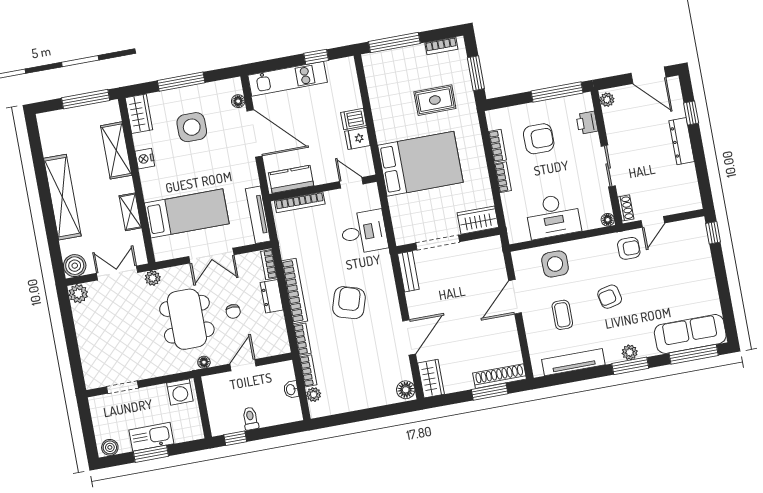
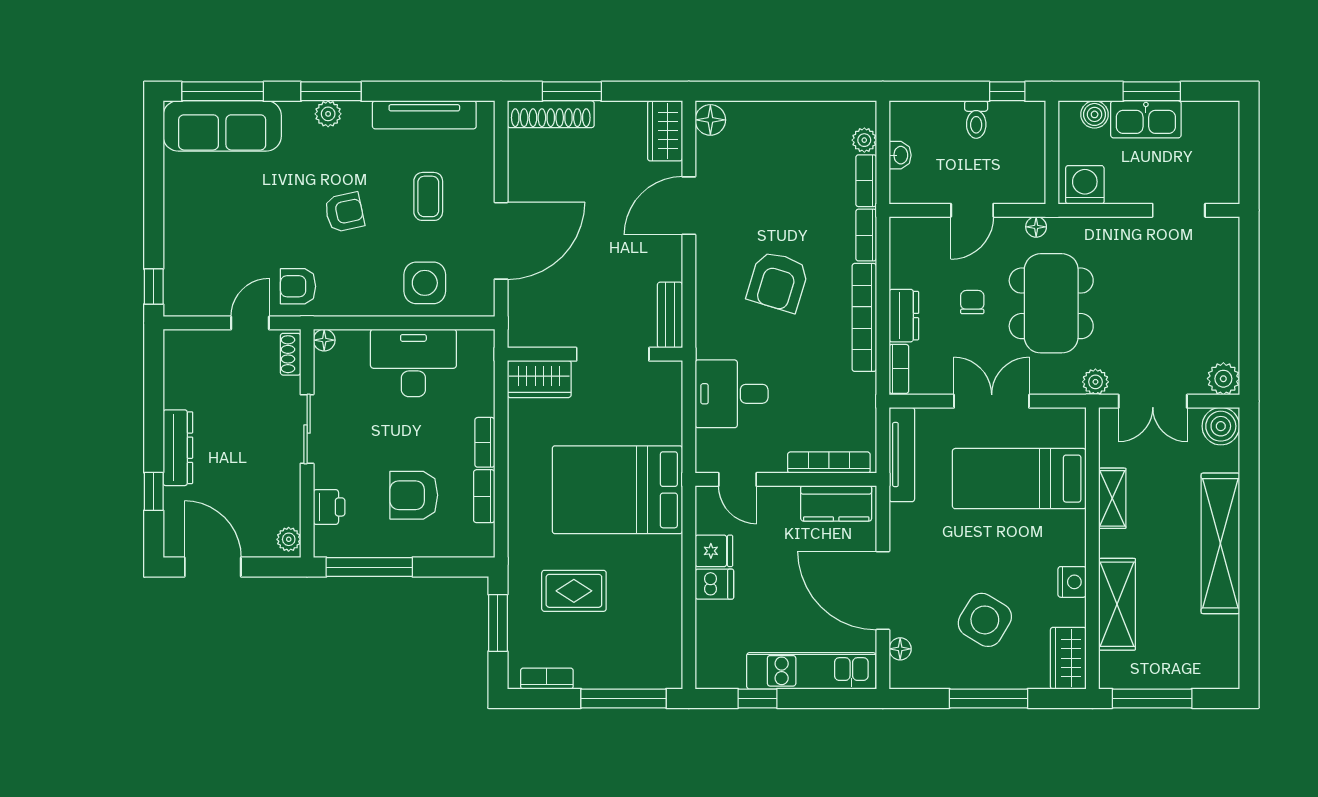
side table: (192, 127) -> (985, 620), turned 31
door: (515, 297) -> (501, 241), width x1.36
boiler: (110, 447) -> (1095, 114), moved

